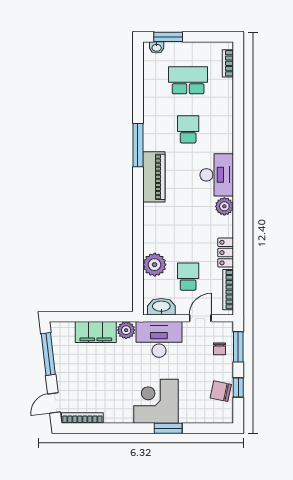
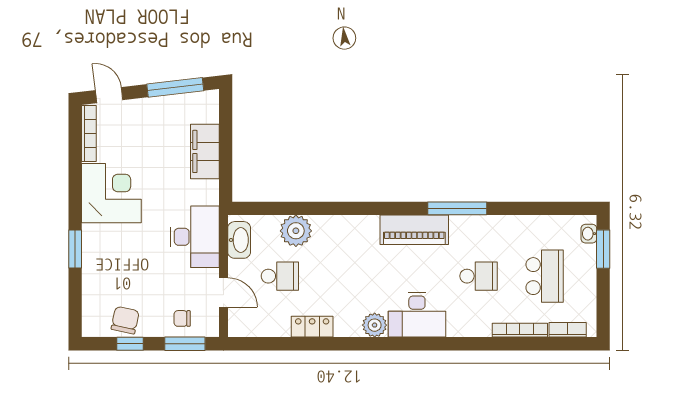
bookcase: (228, 290) -> (520, 330), moved
plant: (126, 330) -> (207, 192), removed
corner desk: (156, 401) -> (111, 193), moved

